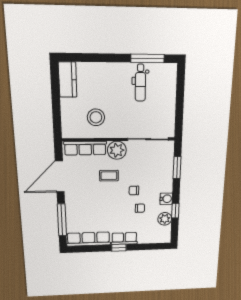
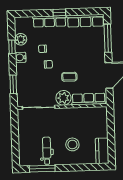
stool: (96, 117) -> (72, 144), moved
row of seats: (124, 239) -> (50, 21), width x1.48

